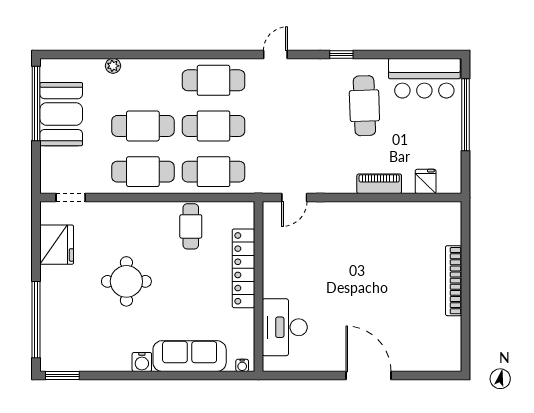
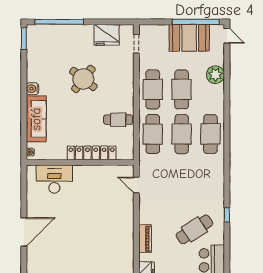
door: (275, 54) -> (227, 36), moved
plant: (113, 66) -> (215, 75), width x1.87, depth x1.87
cafe table: (364, 106) -> (194, 229), turned -31
round table: (126, 281) -> (83, 79), turned 38

